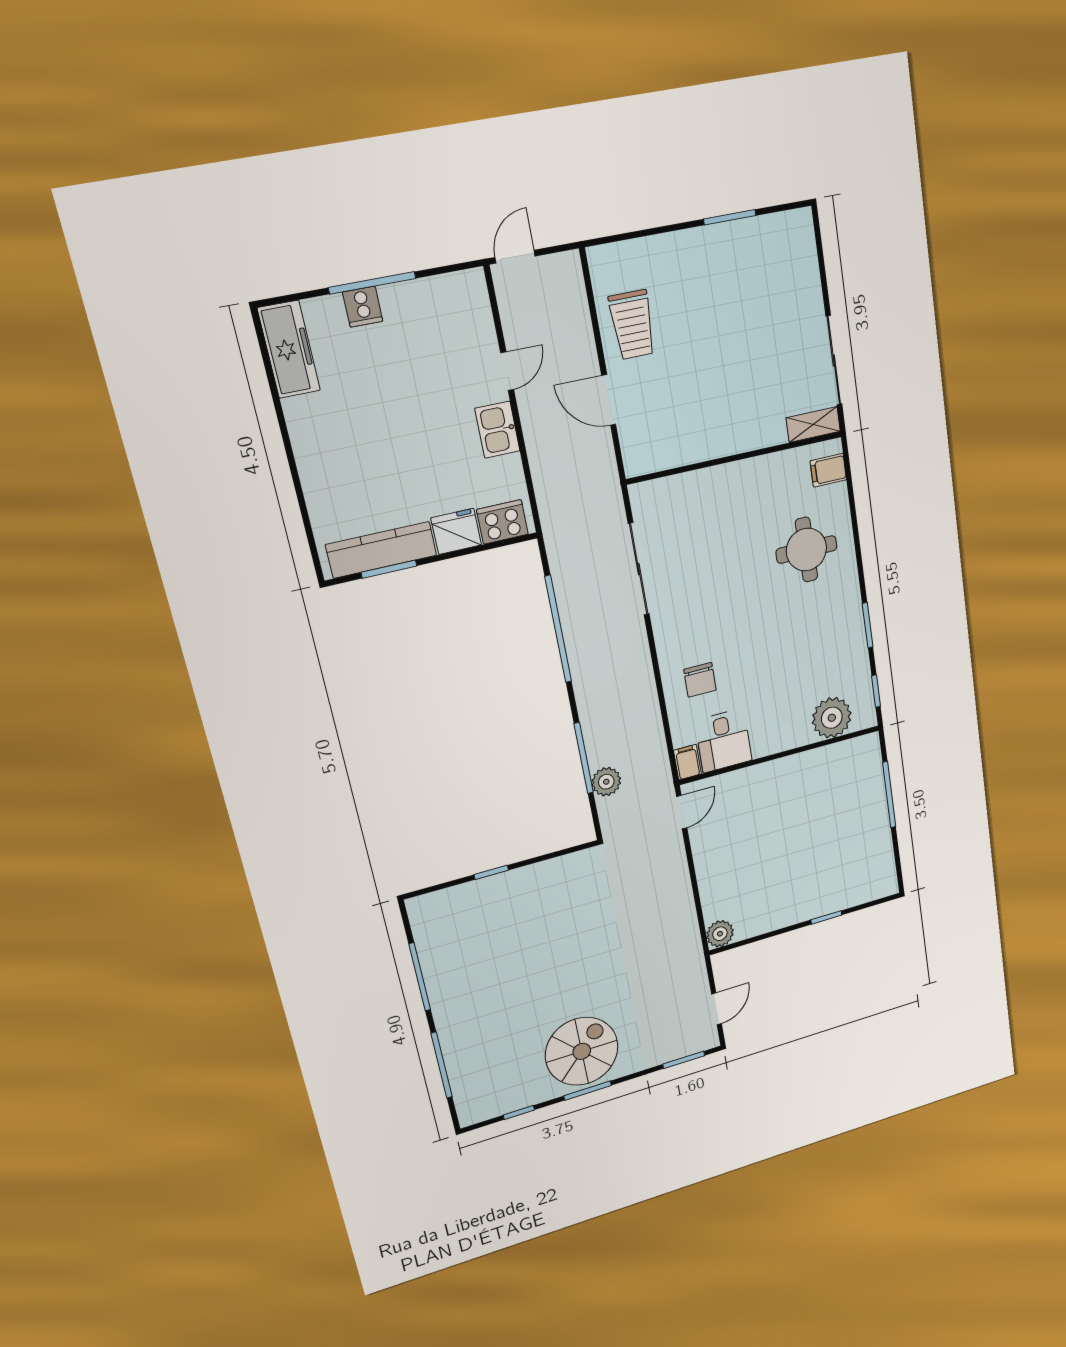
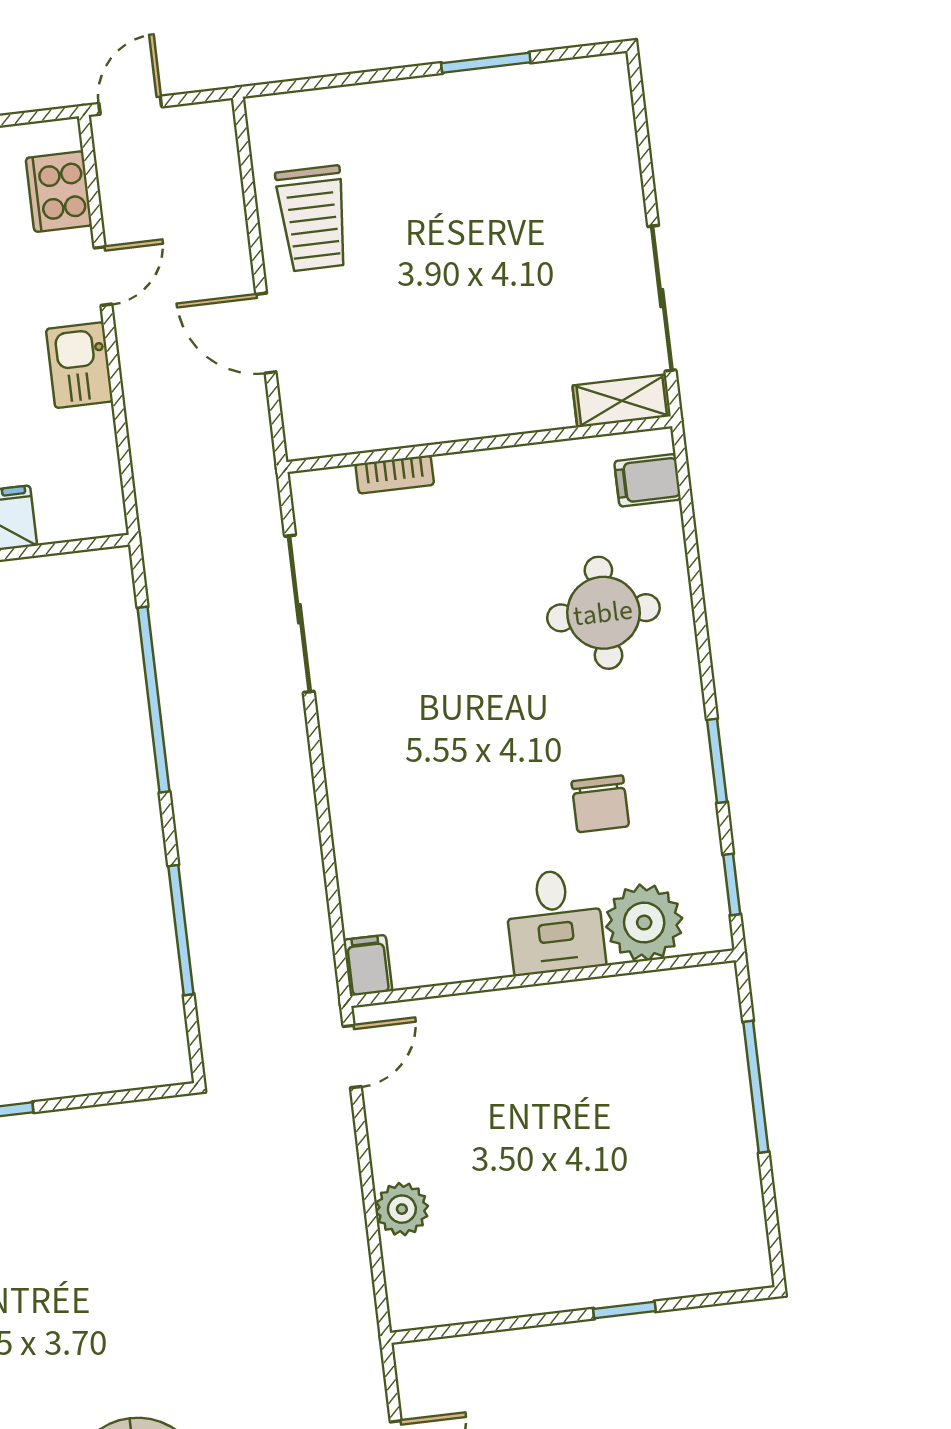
bookcase: (688, 480) -> (395, 474), added
cooker: (502, 522) -> (59, 192), moved, turned -90
chair: (700, 680) -> (600, 804), moved
desk: (723, 741) -> (555, 921), moved
plant: (606, 782) -> (218, 979), removed
plant: (720, 934) -> (402, 1209), moved

